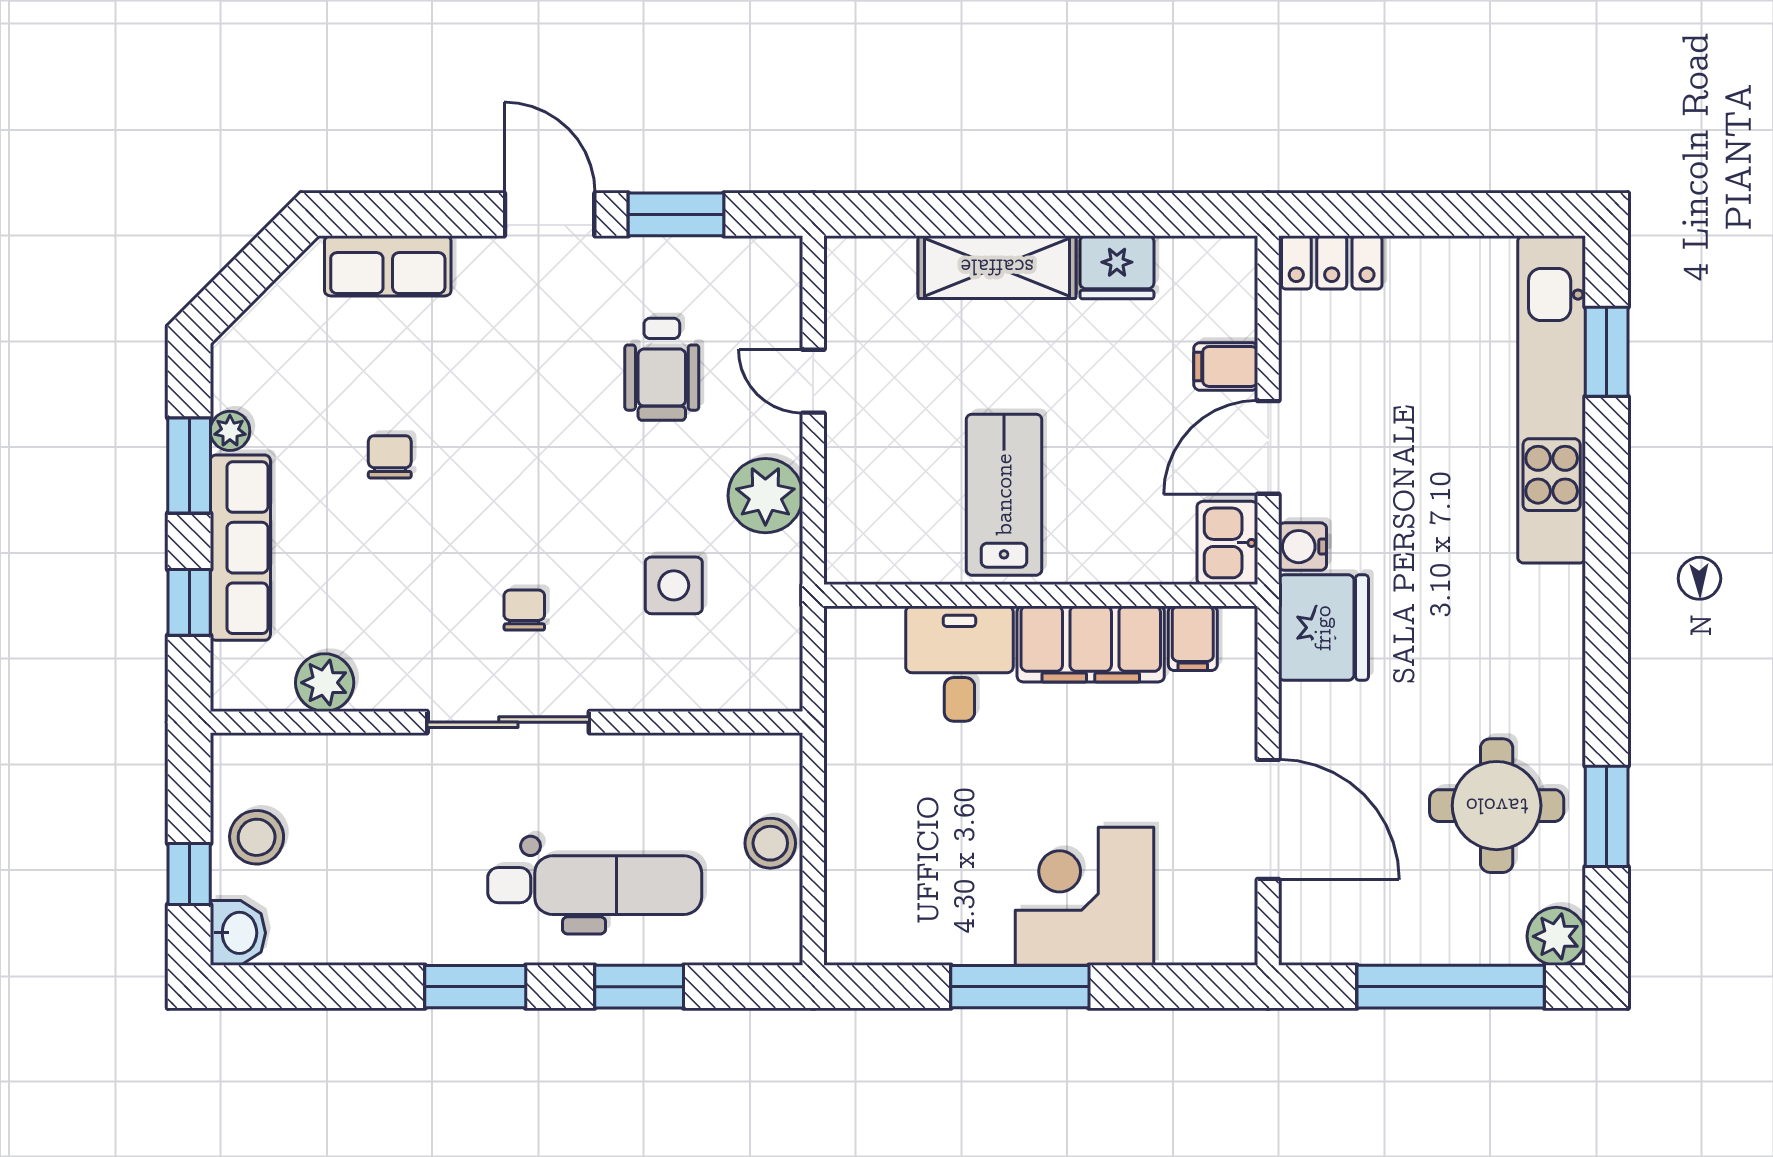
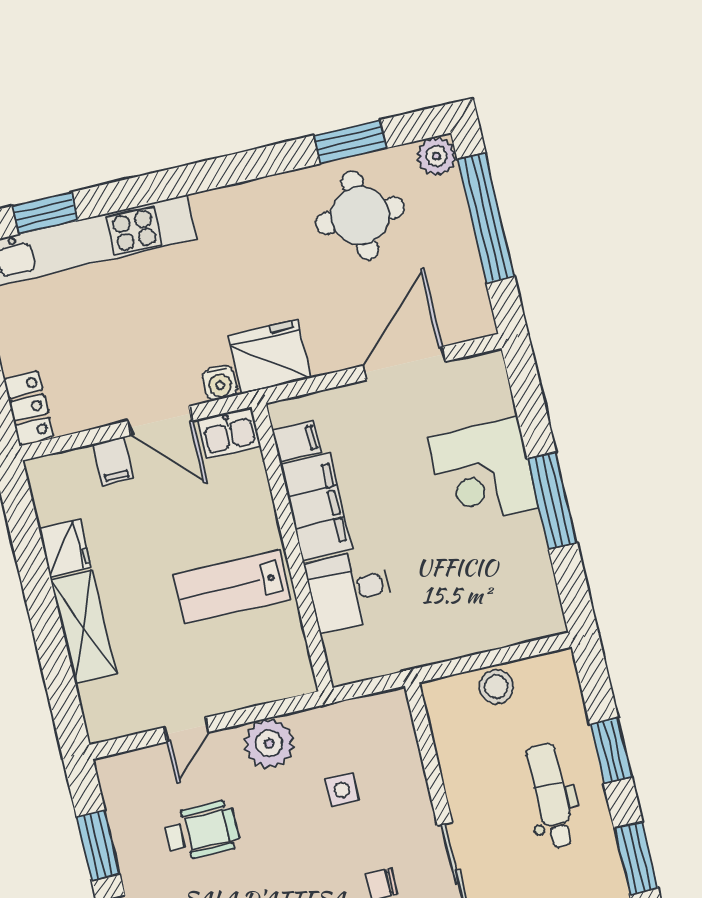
side table: (674, 585) -> (342, 790), width x0.73, depth x0.73
dental chair: (595, 885) -> (551, 796), width x0.73, depth x0.72

